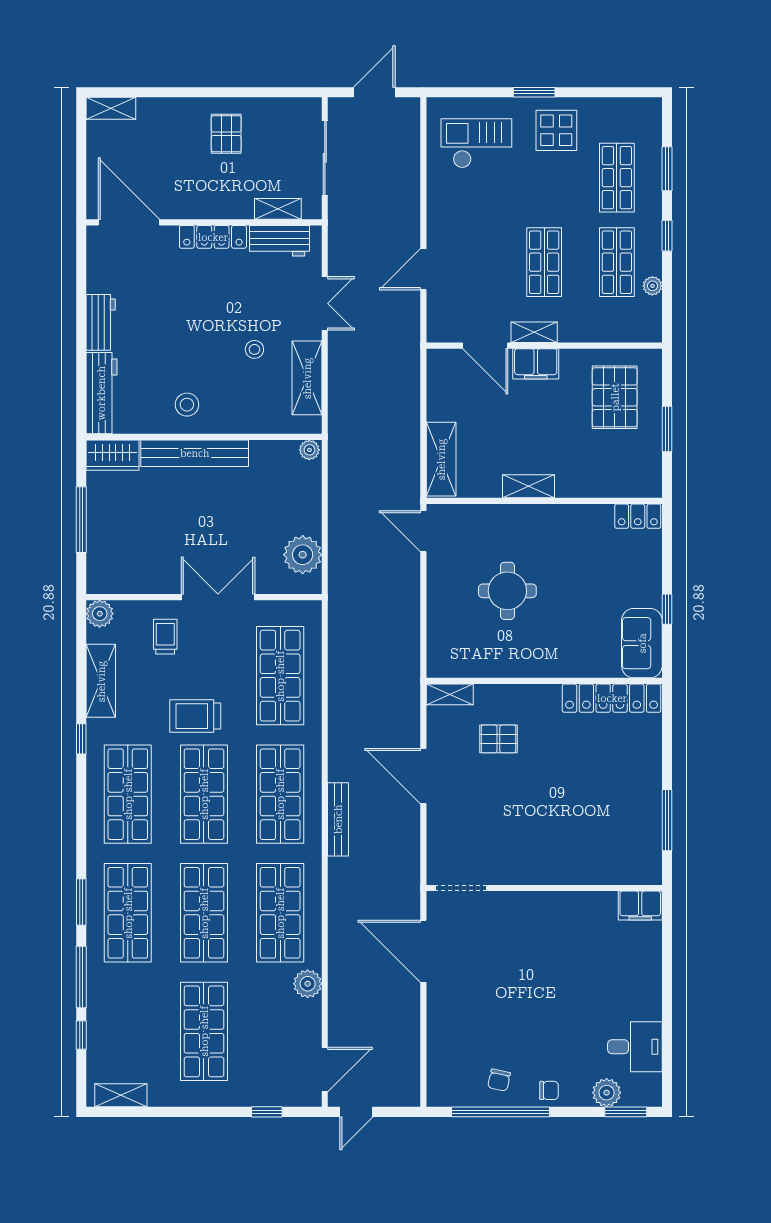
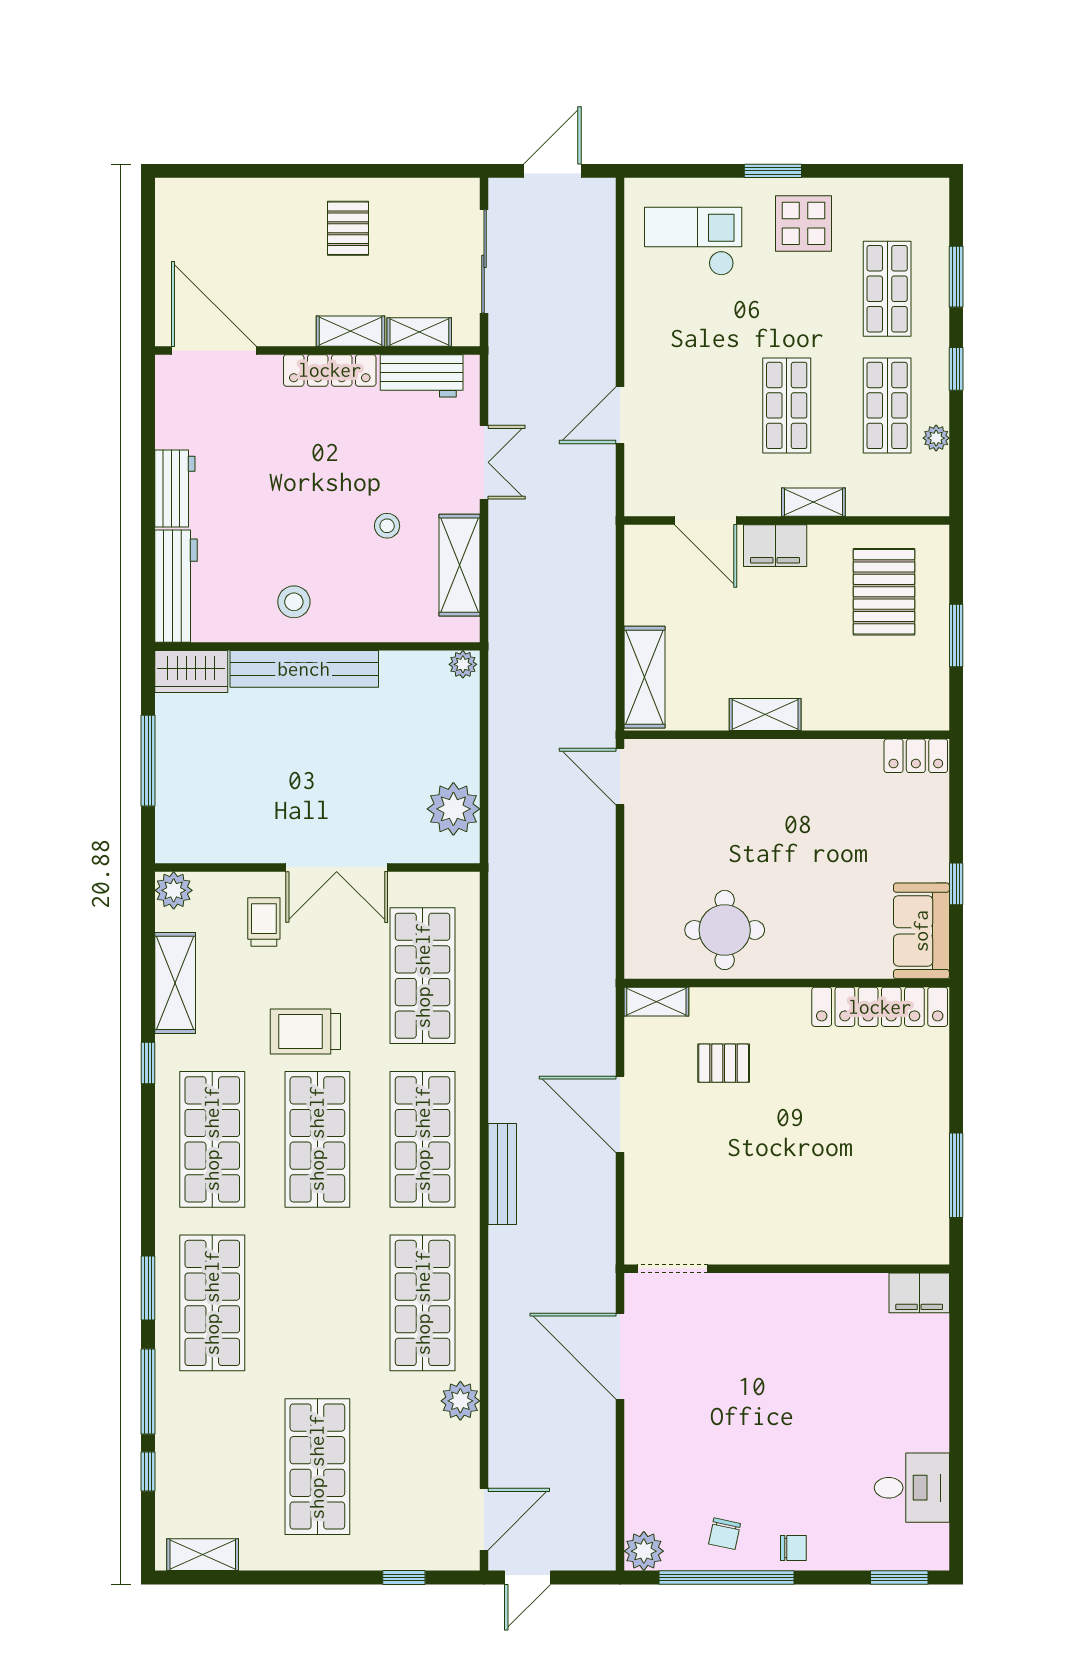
shelving: (111, 108) -> (350, 331), moved
shelving: (534, 332) -> (813, 502), moved
round table: (507, 591) -> (725, 930), moved
double door: (218, 597) -> (337, 867), swing flipped
shop shelf: (204, 913) -> (317, 1303), removed
plant: (607, 1093) -> (644, 1551), moved

